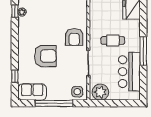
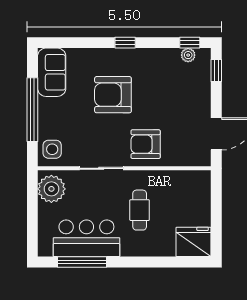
window: (143, 51) -> (82, 262), moved
armchair: (45, 56) -> (113, 95), turned 90
window: (15, 76) -> (125, 43), moved

